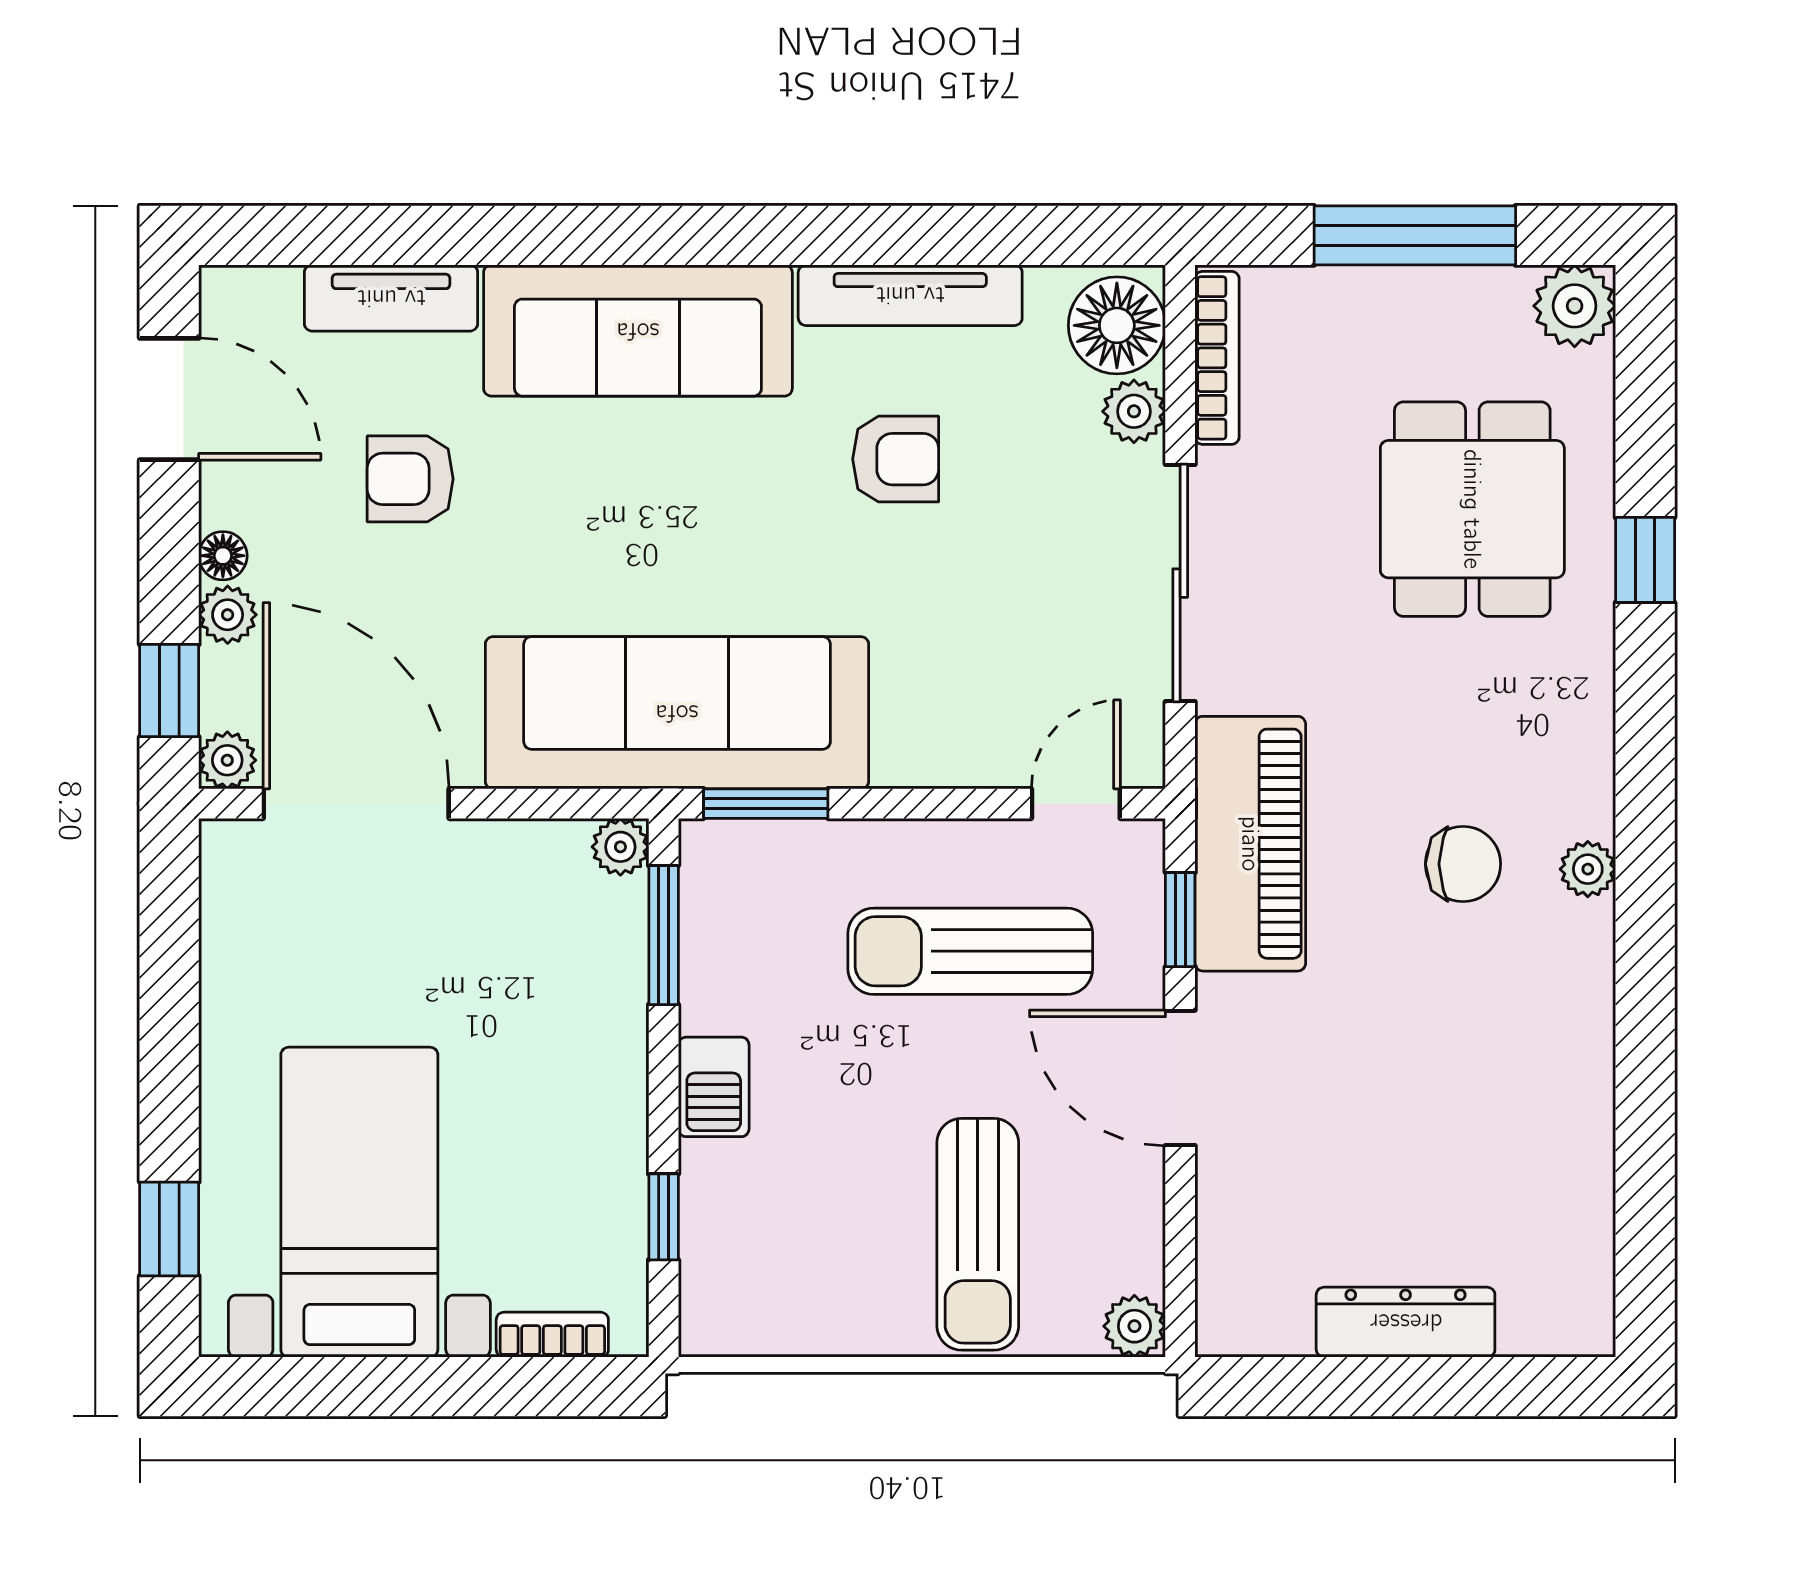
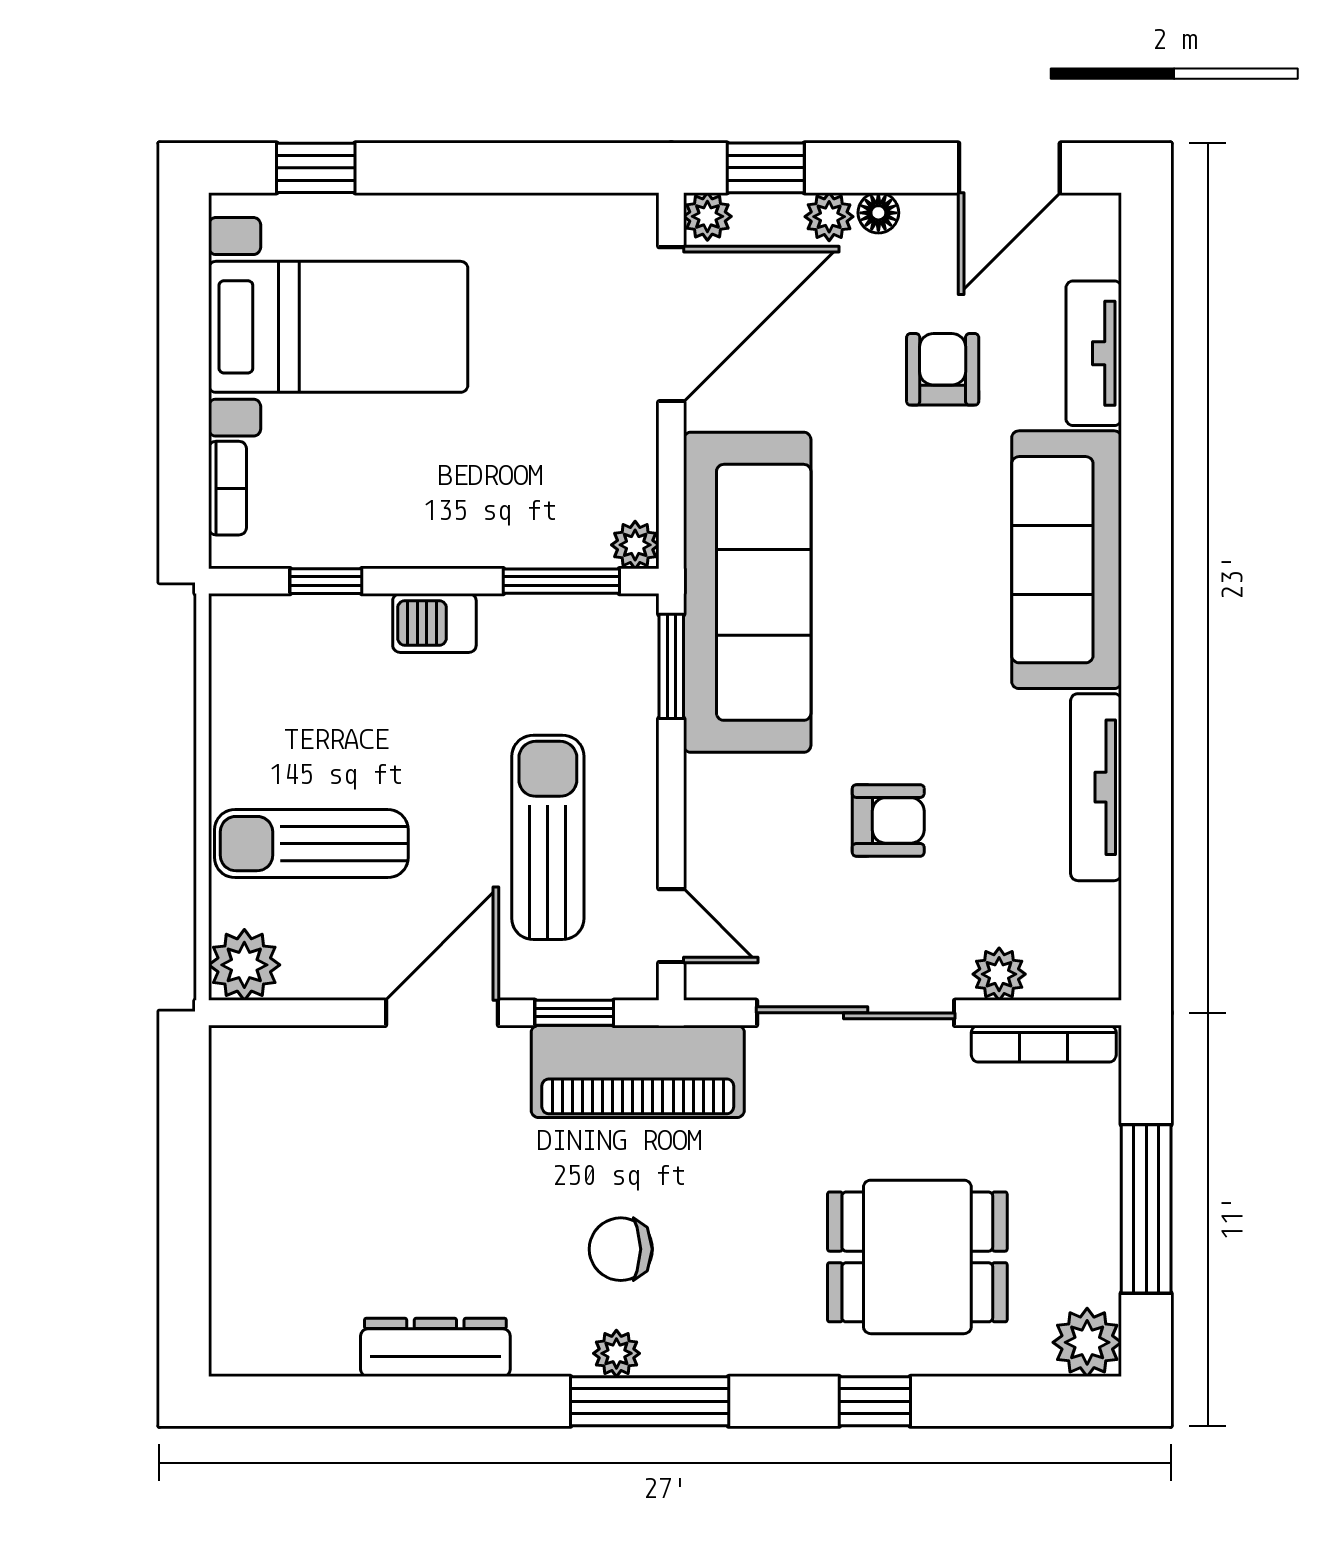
floor lamp: (1117, 325) -> (1071, 960), removed
armchair: (896, 459) -> (888, 820), moved, turned -90
window: (1645, 830) -> (650, 1401), added
chair: (1463, 864) -> (621, 1249), turned 90
dresser: (1406, 1322) -> (435, 1347), moved, turned -90
plant: (1134, 1326) -> (244, 965), width x1.38, depth x1.38

